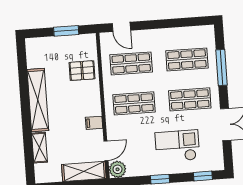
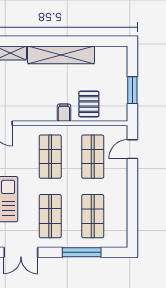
filing cabinet: (94, 123) -> (64, 113), moved

